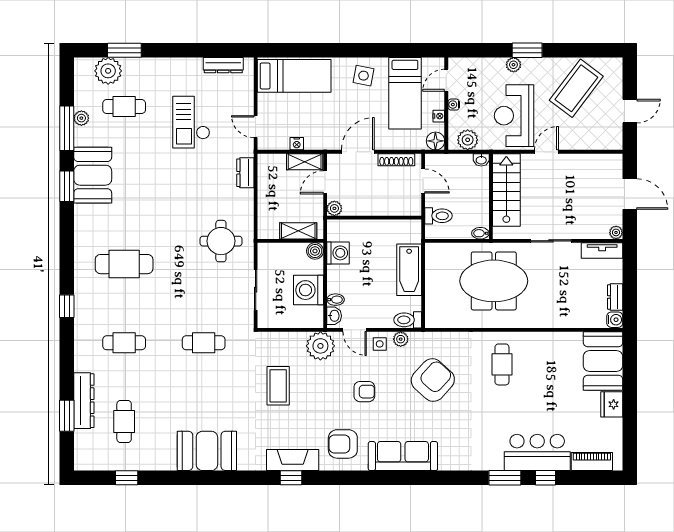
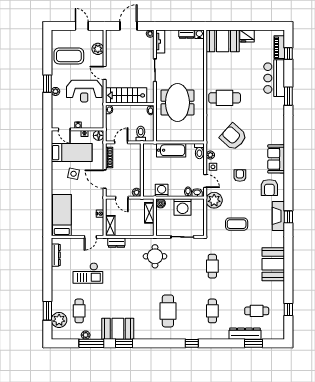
side table: (364, 76) -> (74, 174), moved
coffee table: (576, 88) -> (69, 56), turned -37
plant: (468, 140) -> (98, 49), moved
shelving: (305, 162) -> (110, 226), moved
door: (355, 330) -> (205, 181), hinge flipped
cafe table: (502, 364) -> (225, 98), width x1.37, depth x1.35
sofa: (403, 456) -> (276, 159), width x0.73
window: (545, 478) -> (288, 53), moved

